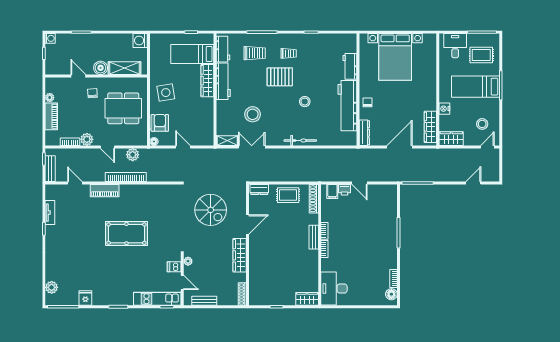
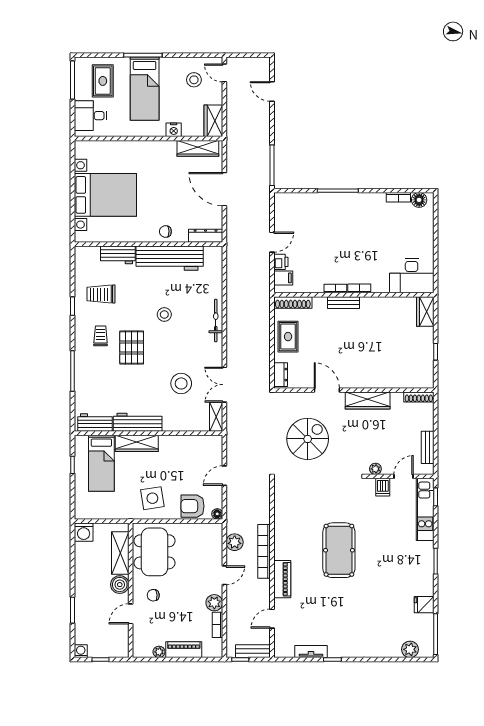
trolley: (255, 53) -> (101, 294), moved, turned -90
dining table: (123, 108) -> (155, 552), moved

